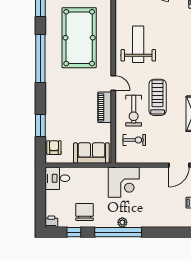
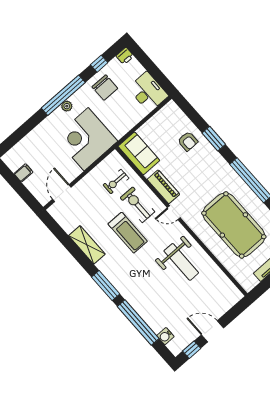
window: (40, 125) -> (214, 139), moved
armchair: (54, 148) -> (188, 141), moved
sofa: (91, 153) -> (139, 153), moved, turned -90
desk: (57, 178) -> (148, 92), width x1.37
corner desk: (124, 182) -> (86, 139), width x1.36, depth x1.36

